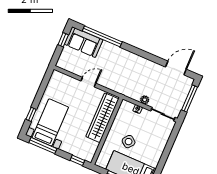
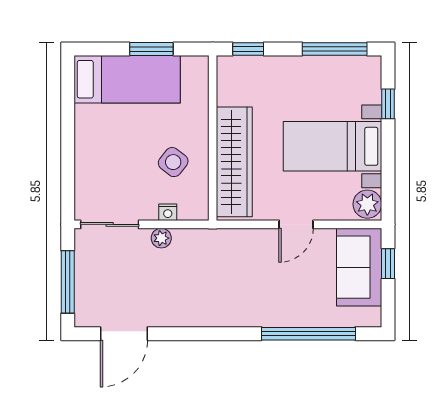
window: (63, 40) -> (388, 264), moved
sofa: (84, 42) -> (359, 267), moved, turned -90
plant: (56, 78) -> (367, 204), added
bed with nightstands: (50, 122) -> (332, 146), moved, turned 90
side table: (129, 142) -> (173, 162), moved

